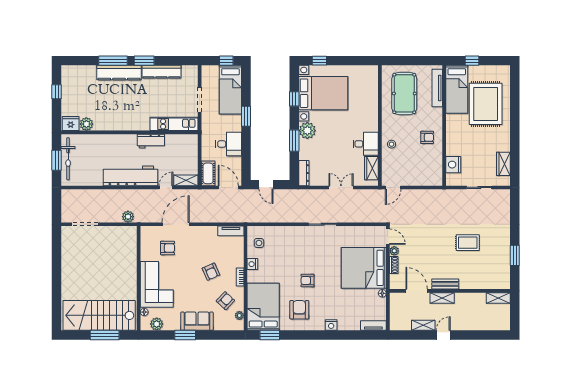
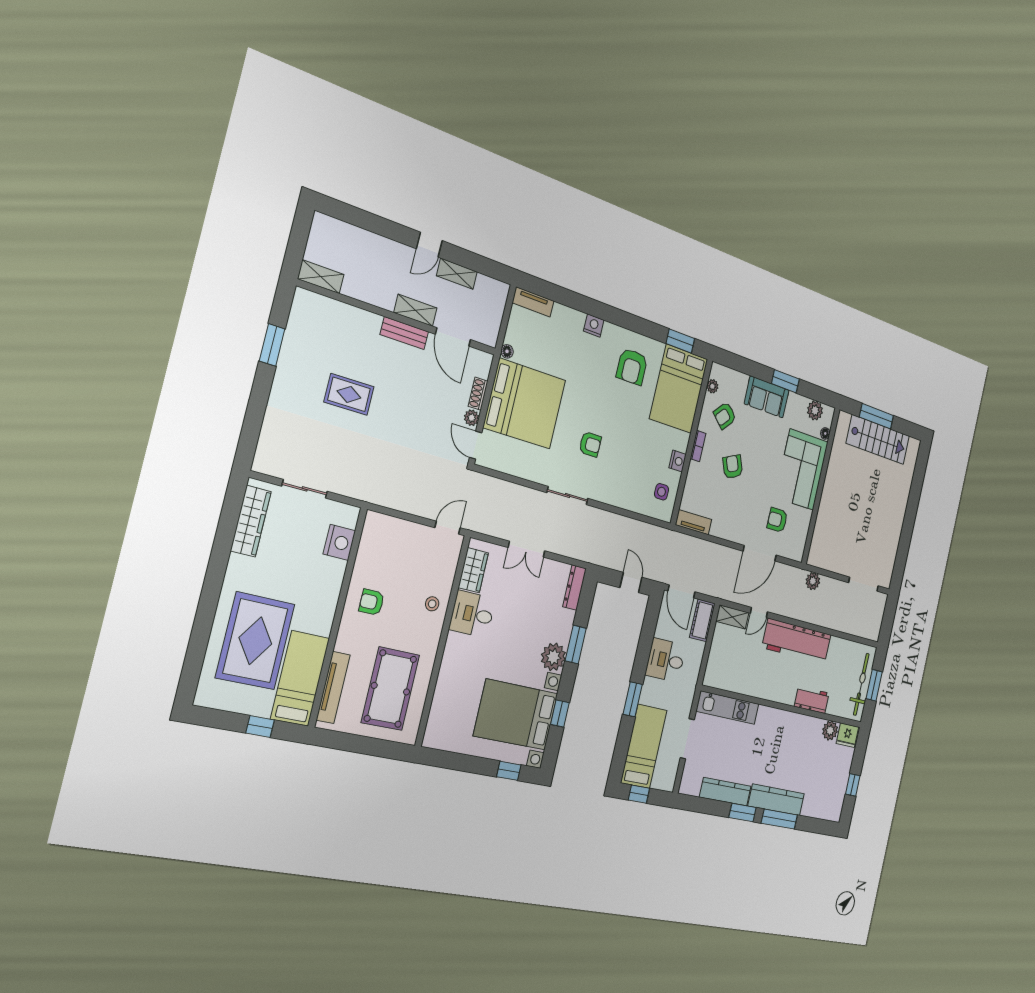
workbench: (151, 141) -> (812, 700), moved
wardrobe: (503, 164) -> (251, 521), width x1.50
armchair: (308, 280) -> (590, 444), moved
stairs: (99, 315) -> (878, 440), width x0.73, depth x0.66

